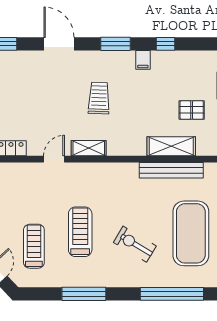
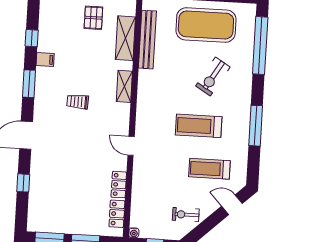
trolley: (99, 98) -> (78, 102), width x0.73, depth x0.72
shelving: (89, 148) -> (124, 86), moved

